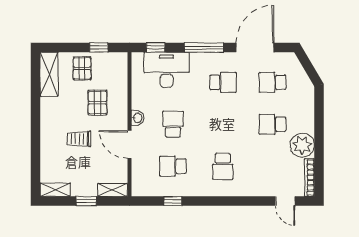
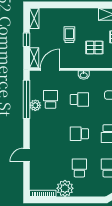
door: (129, 145) -> (50, 69), moved
school desk: (223, 166) -> (79, 134), moved
plant: (182, 188) -> (35, 105), added
window: (173, 201) -> (27, 99), width x3.17
door: (285, 201) -> (27, 155), moved

